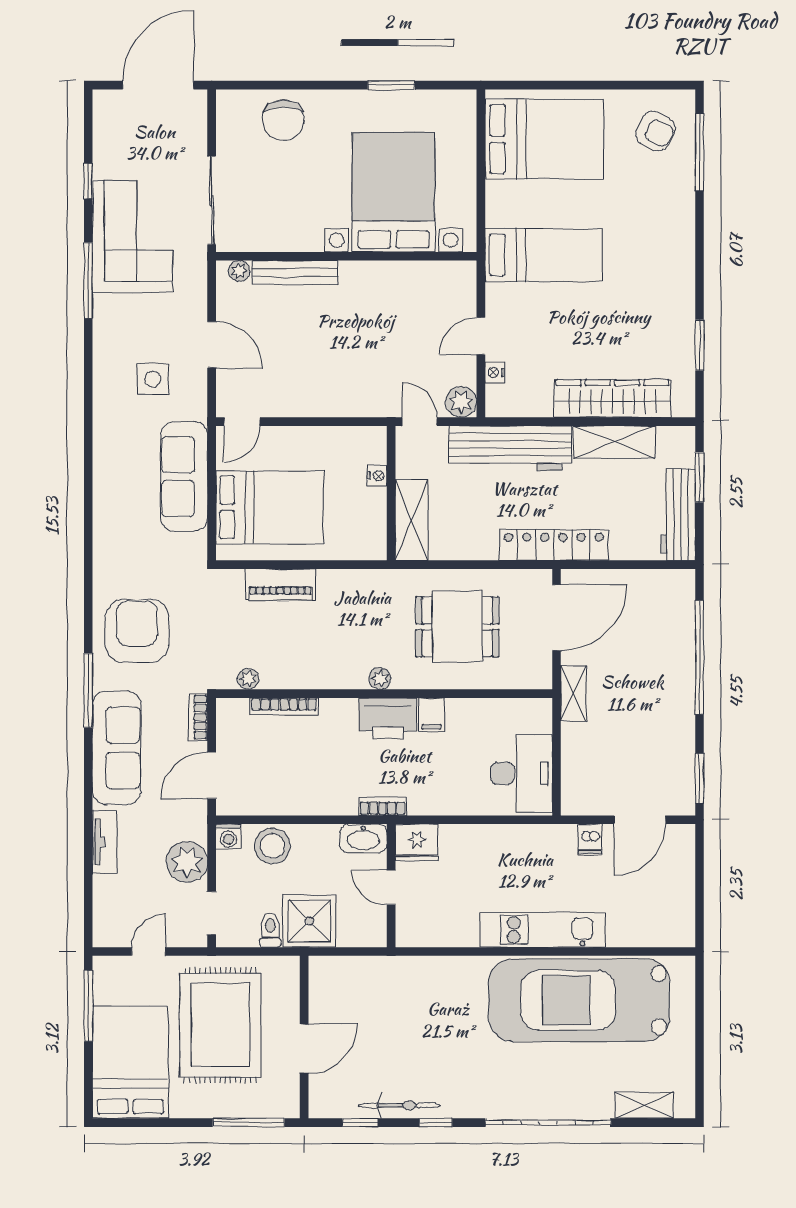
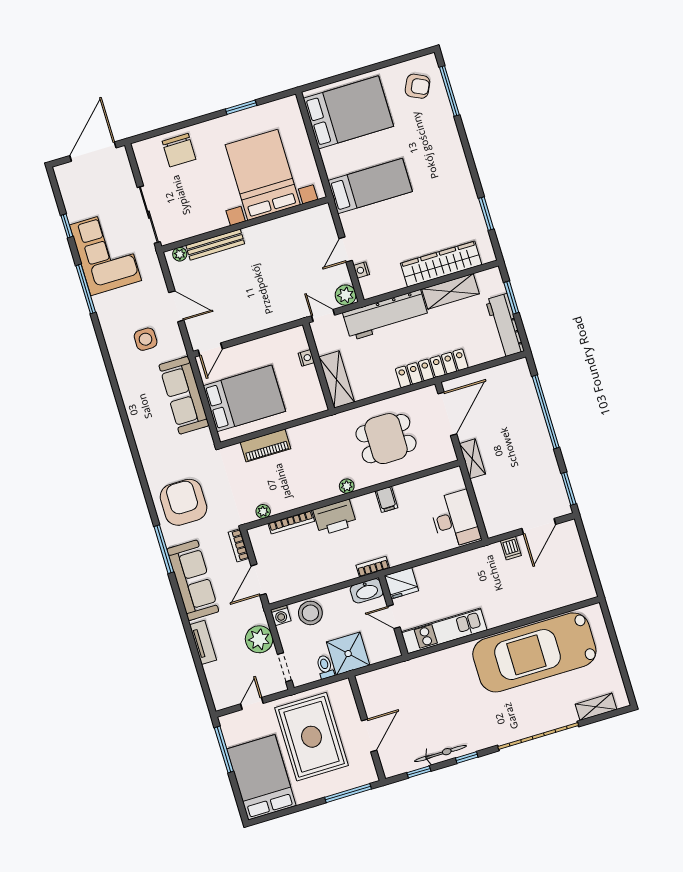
printer: (388, 718) -> (335, 517), moved
kitchen unit: (543, 930) -> (444, 631), moved

